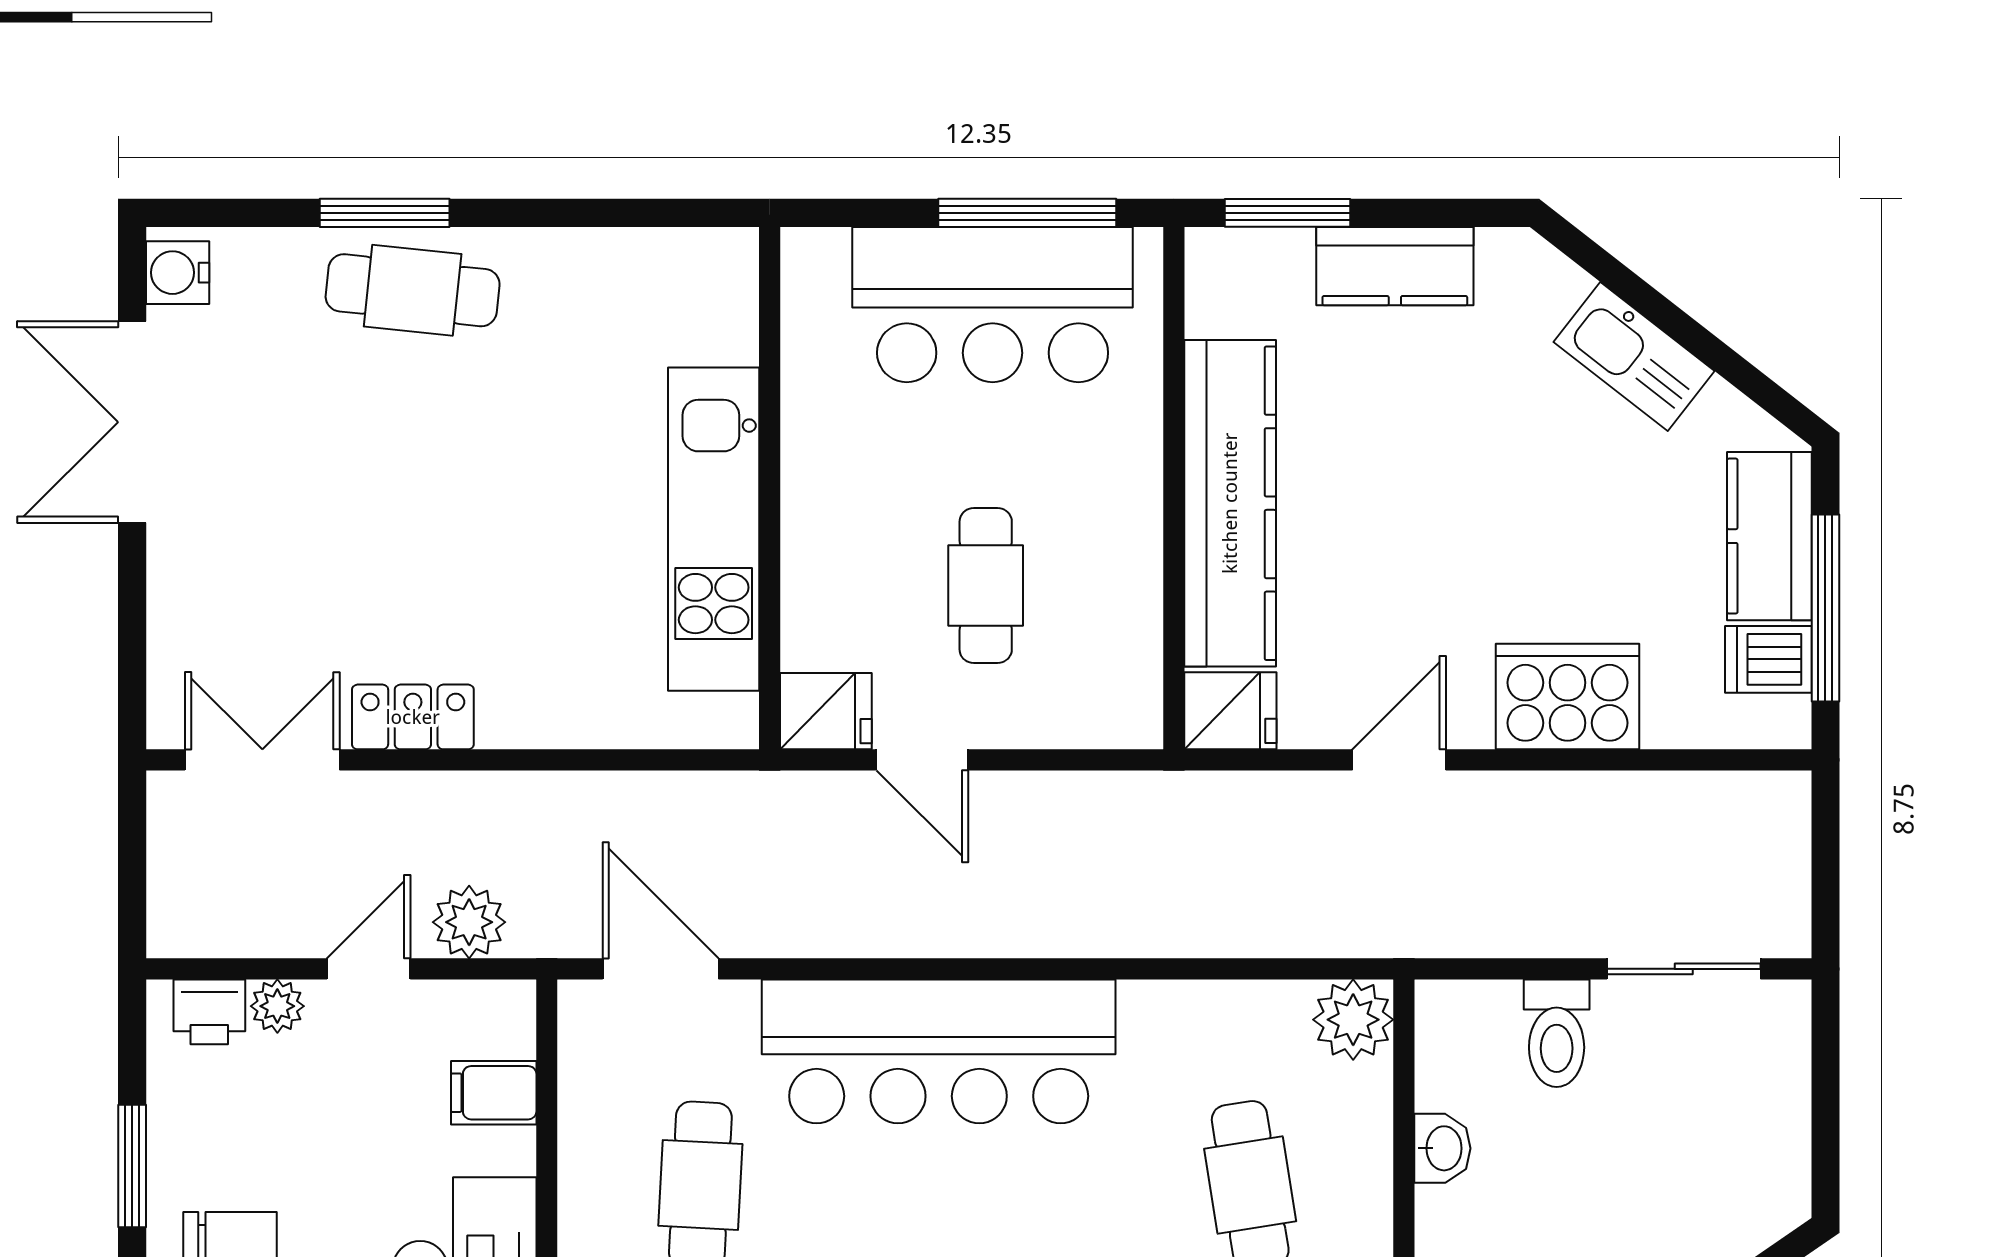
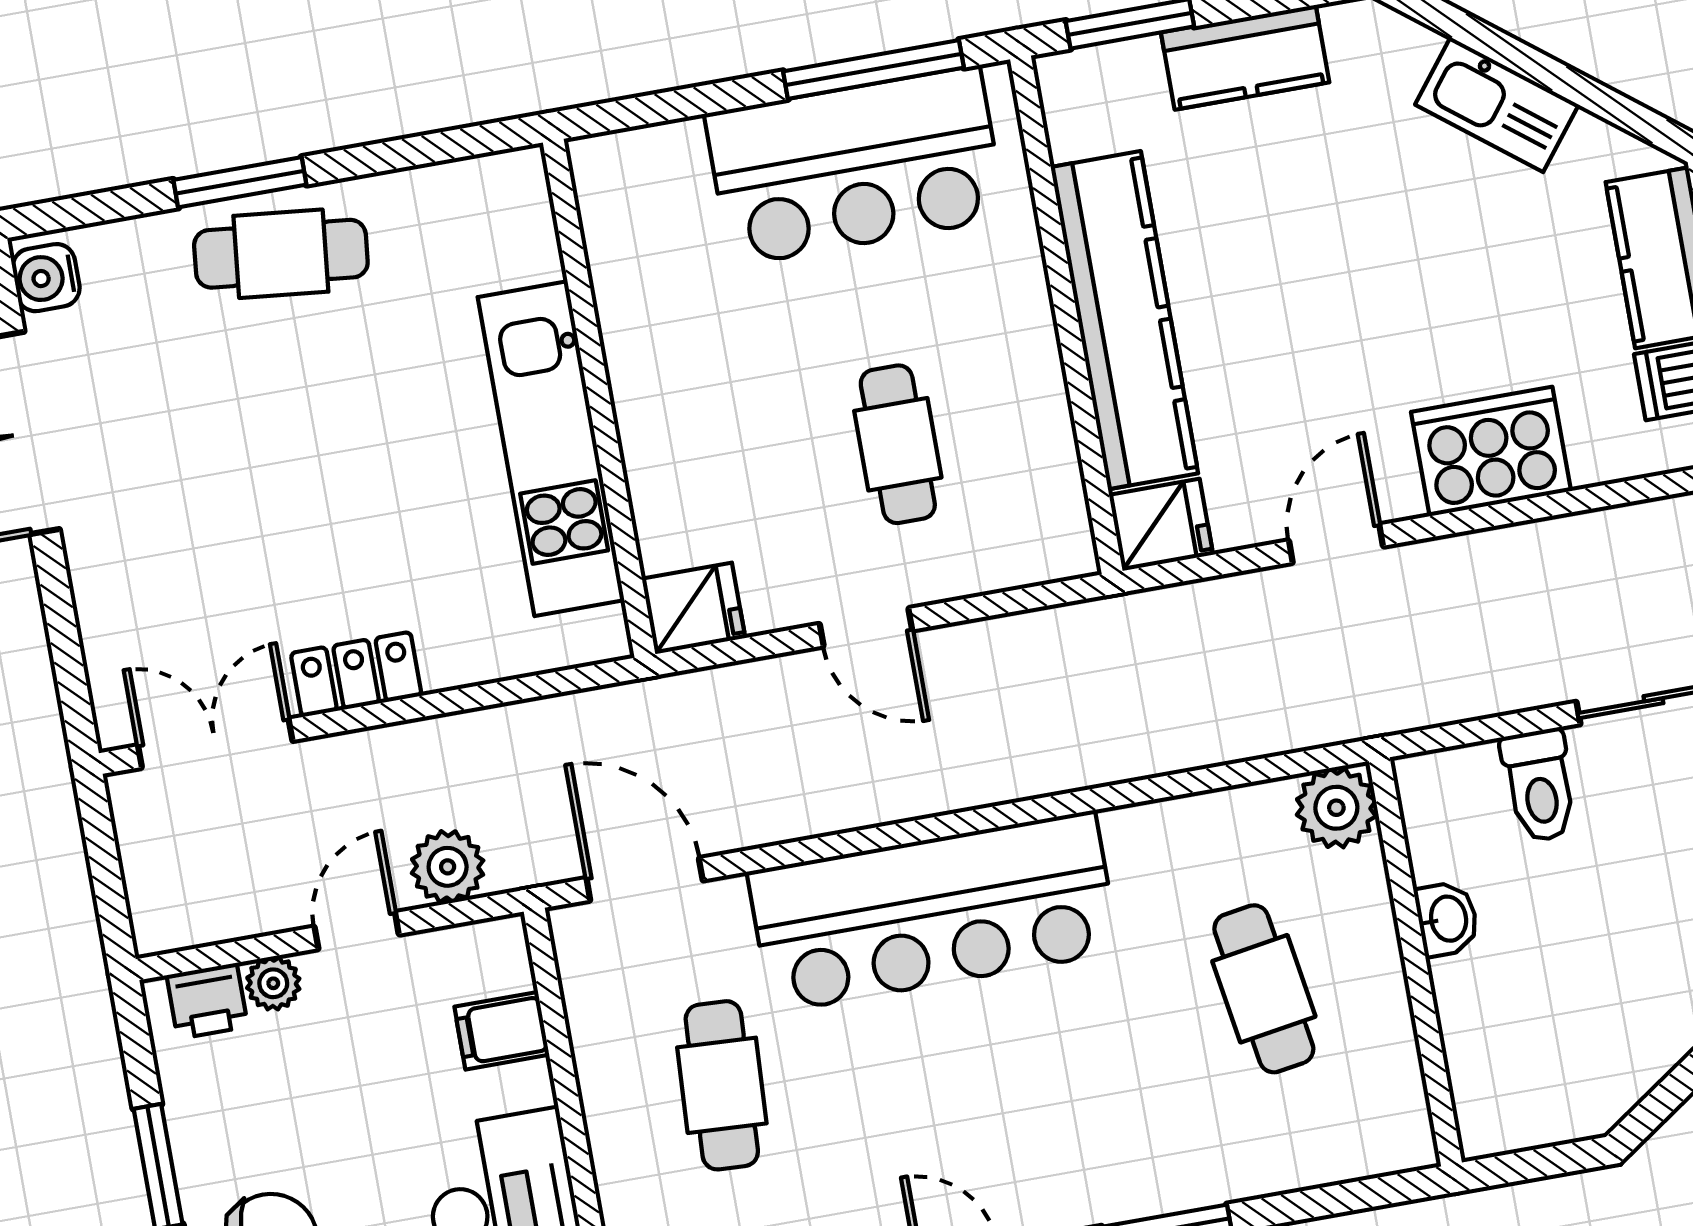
wall: (770, 488) -> (599, 398), moved
kitchen unit: (714, 529) -> (551, 449), moved
fridge: (826, 711) -> (694, 608), moved

